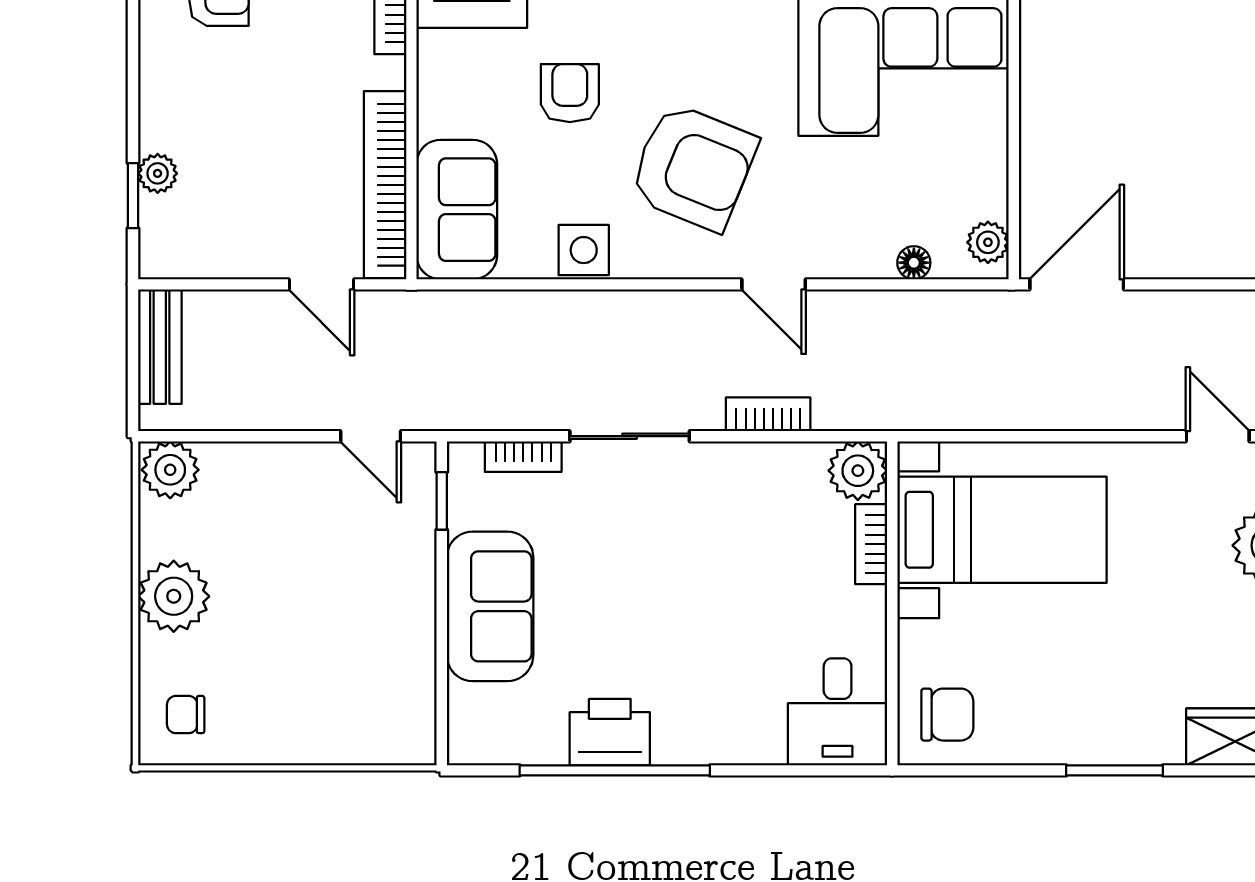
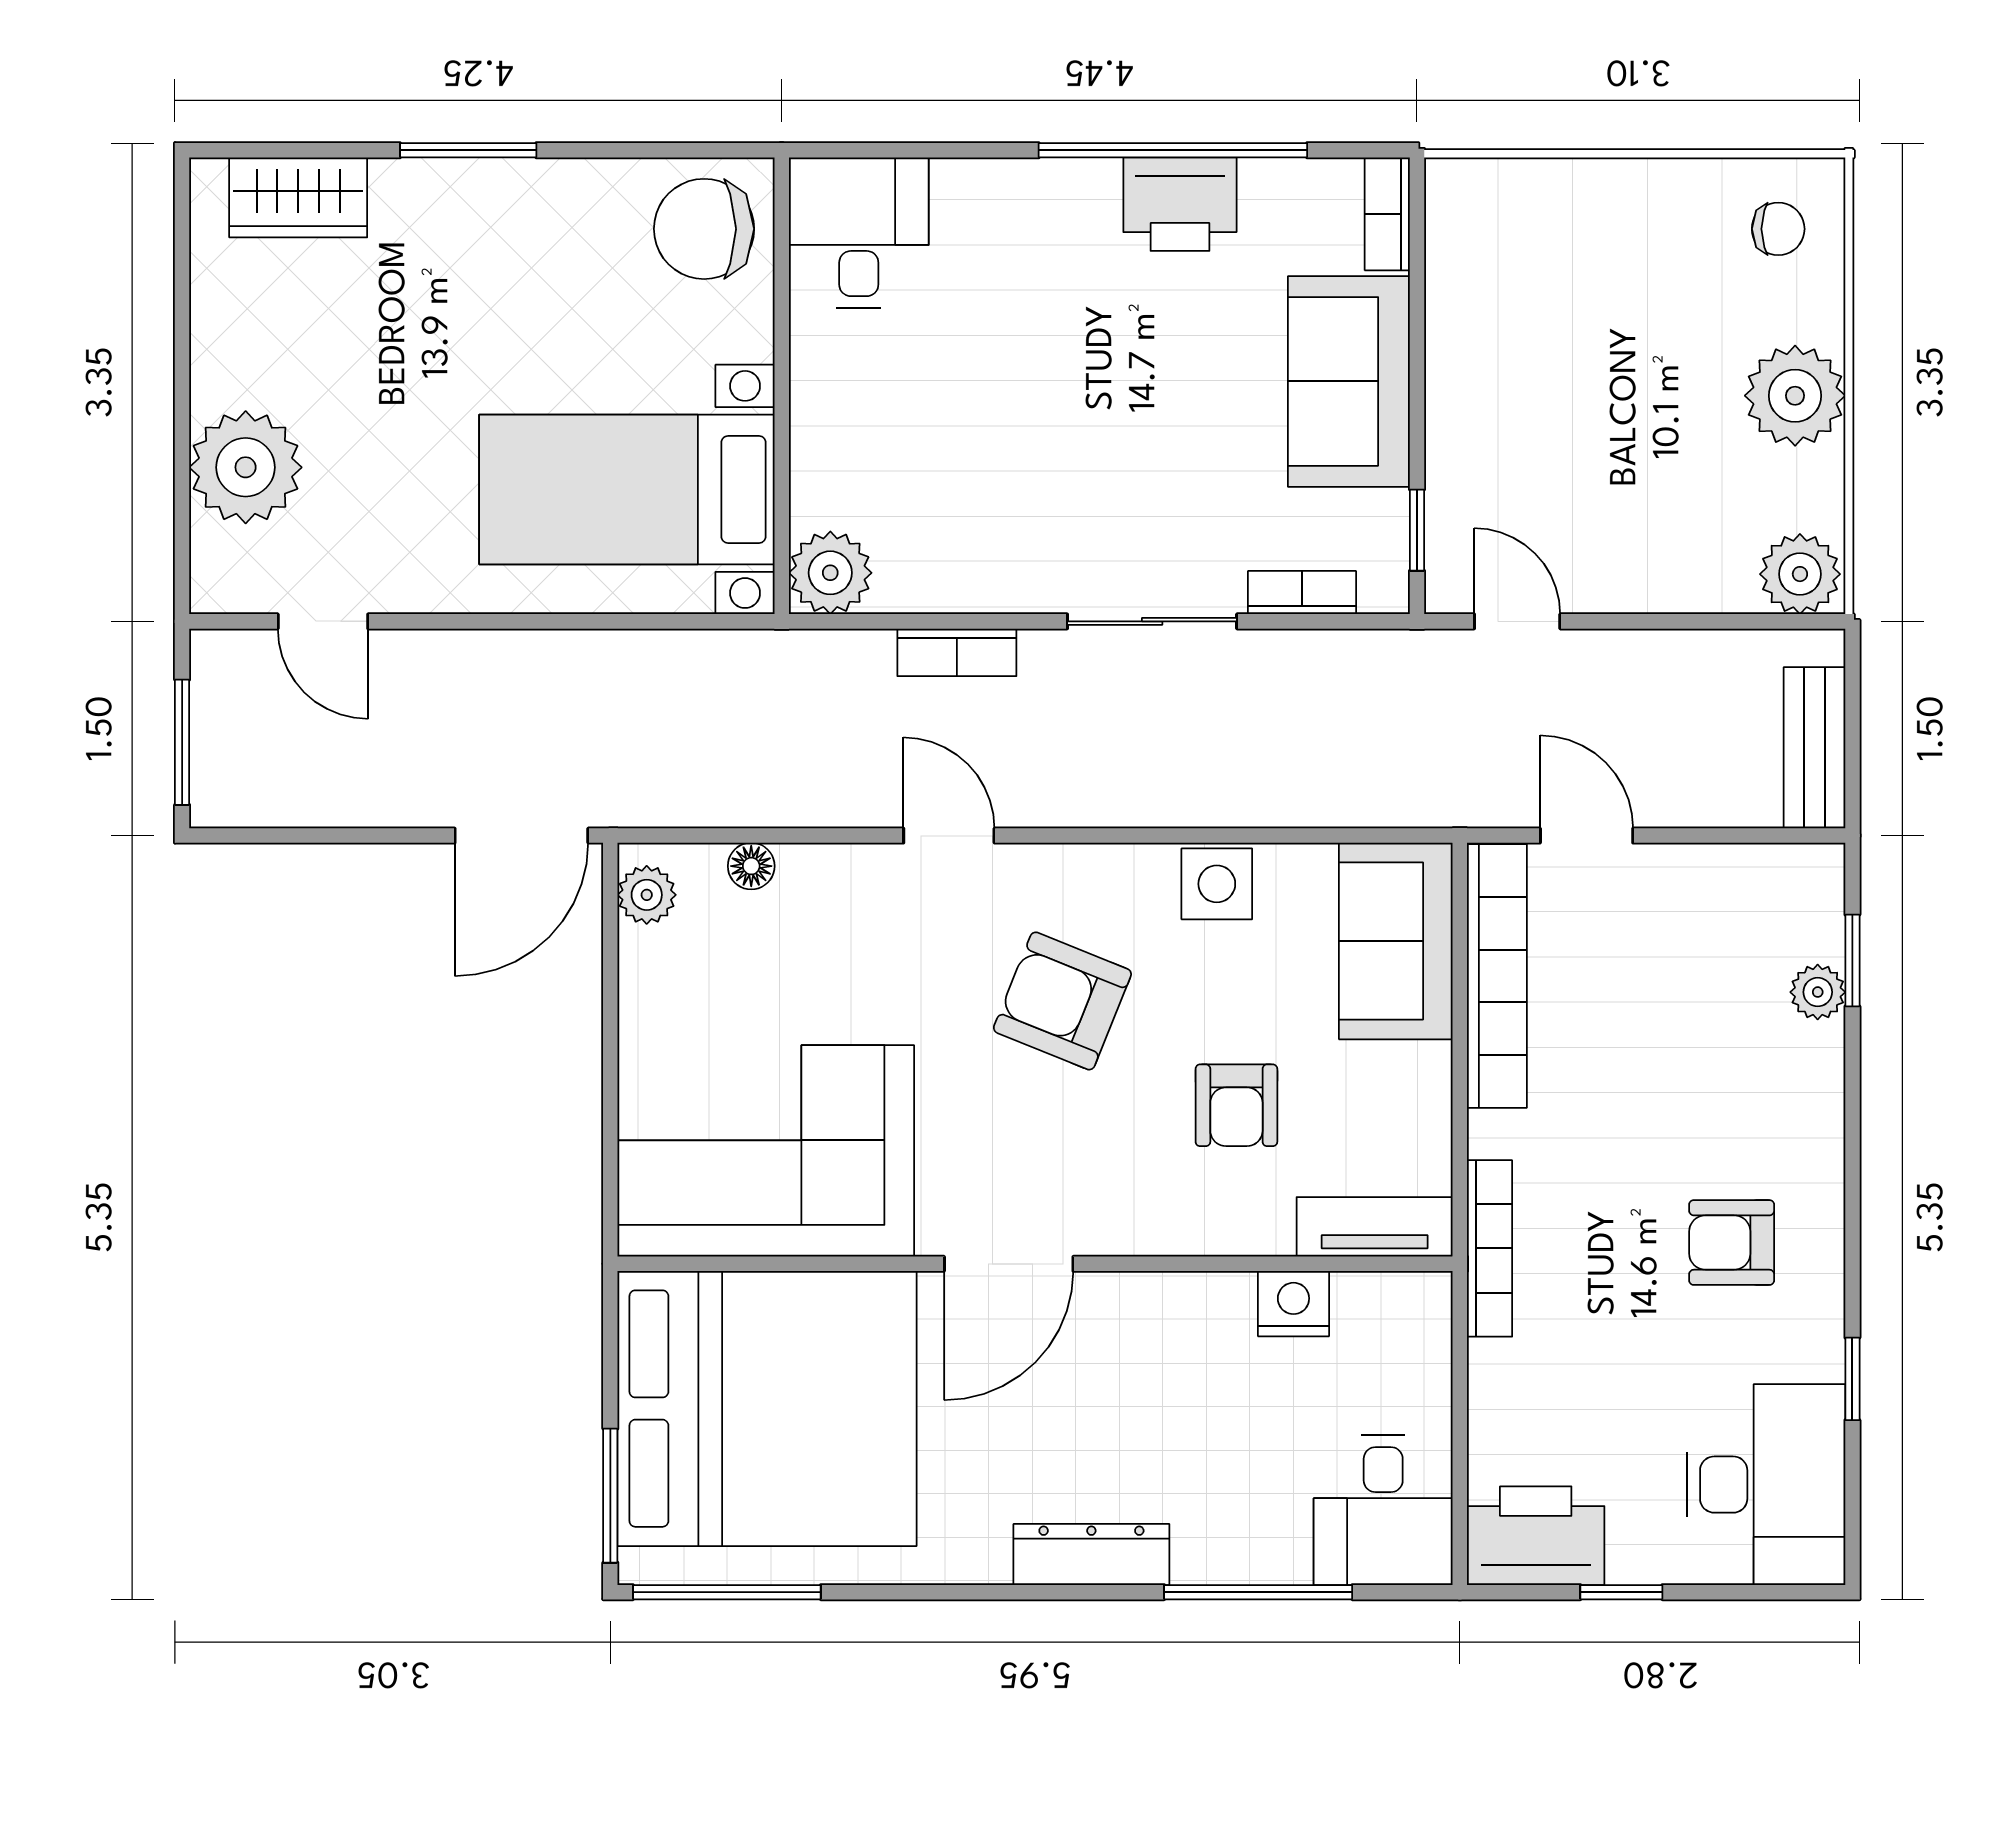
armchair: (693, 167) -> (1062, 1001), width x0.73, depth x0.73
bookcase: (871, 544) -> (1387, 214), moved, turned 180
chair: (947, 715) -> (704, 229), width x1.37, depth x1.37

